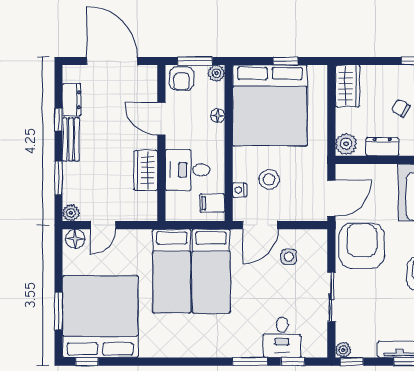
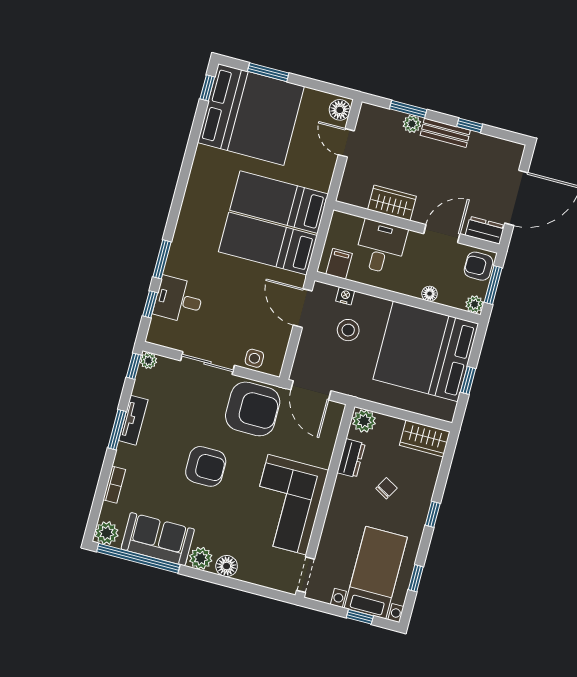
dresser: (72, 100) -> (485, 230), moved, turned 180
plant: (71, 213) -> (412, 124), moved
side table: (289, 257) -> (254, 358), moved

